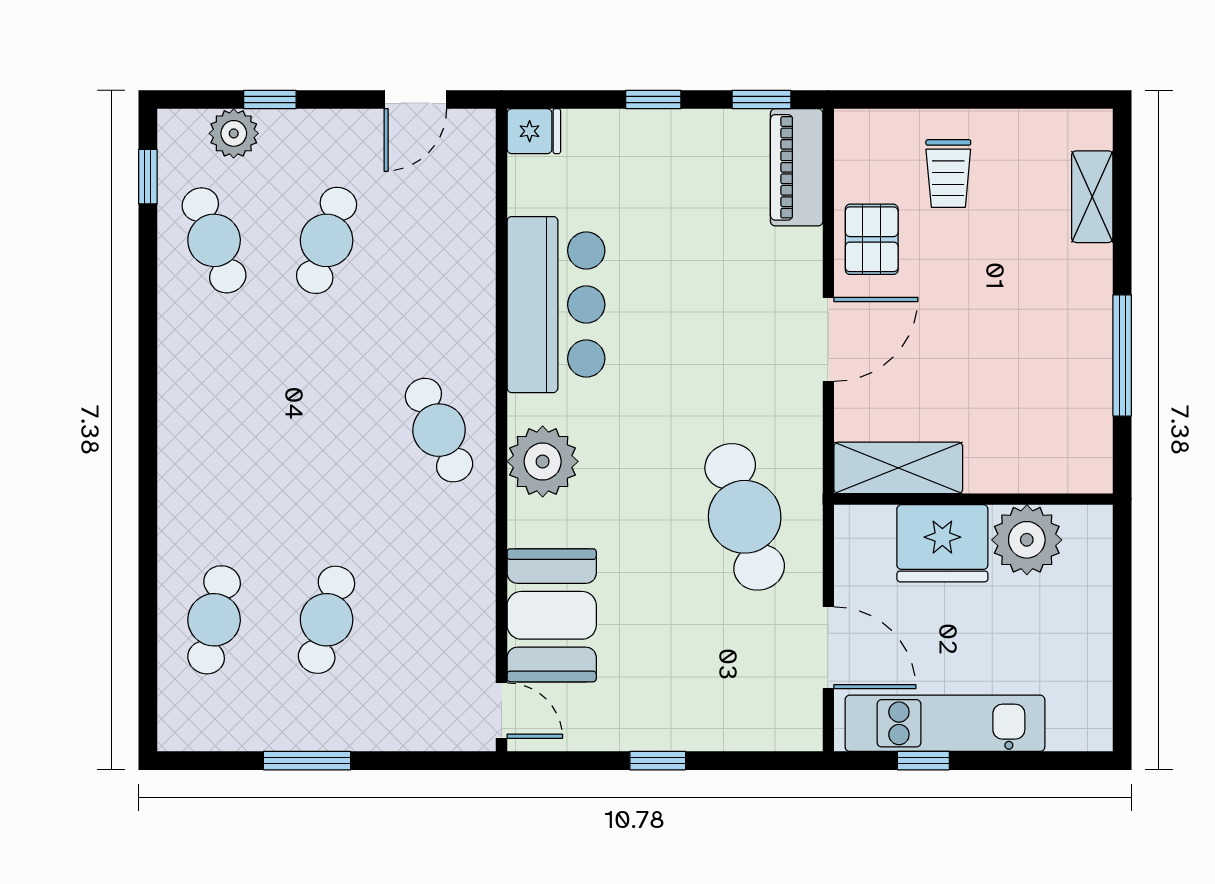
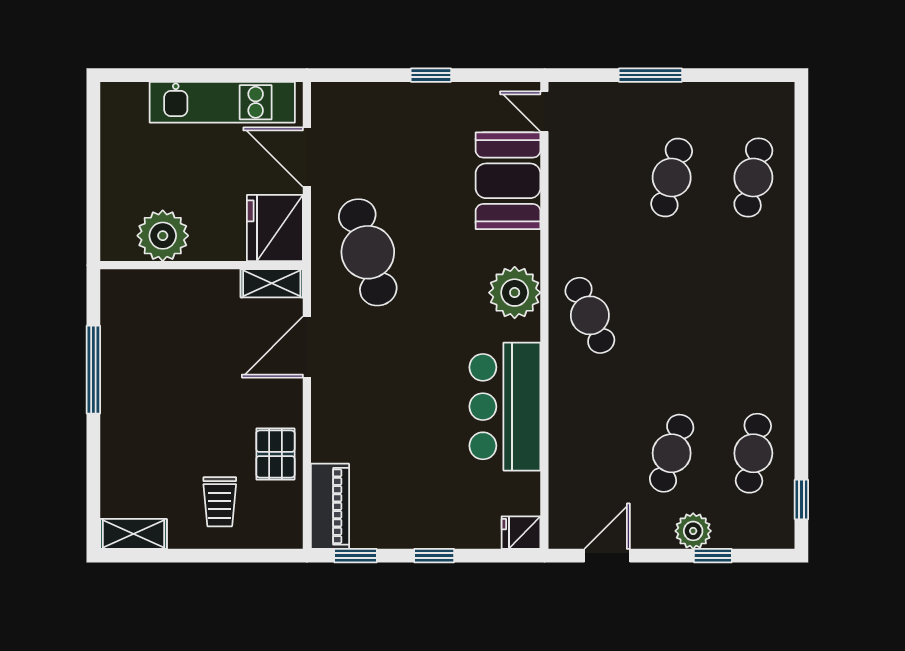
plant: (234, 133) -> (693, 531), moved
trolley: (948, 174) -> (220, 502), turned 180
shelving: (1092, 197) -> (133, 534), moved, turned 90
cafe table: (214, 240) -> (753, 453), turned 30
door: (828, 339) -> (307, 347), moved
shelving: (898, 468) -> (272, 283), width x0.67, depth x0.75
fridge: (942, 543) -> (275, 228), moved, turned -90
window: (307, 761) -> (650, 75), moved
window: (923, 761) -> (238, 75), removed

